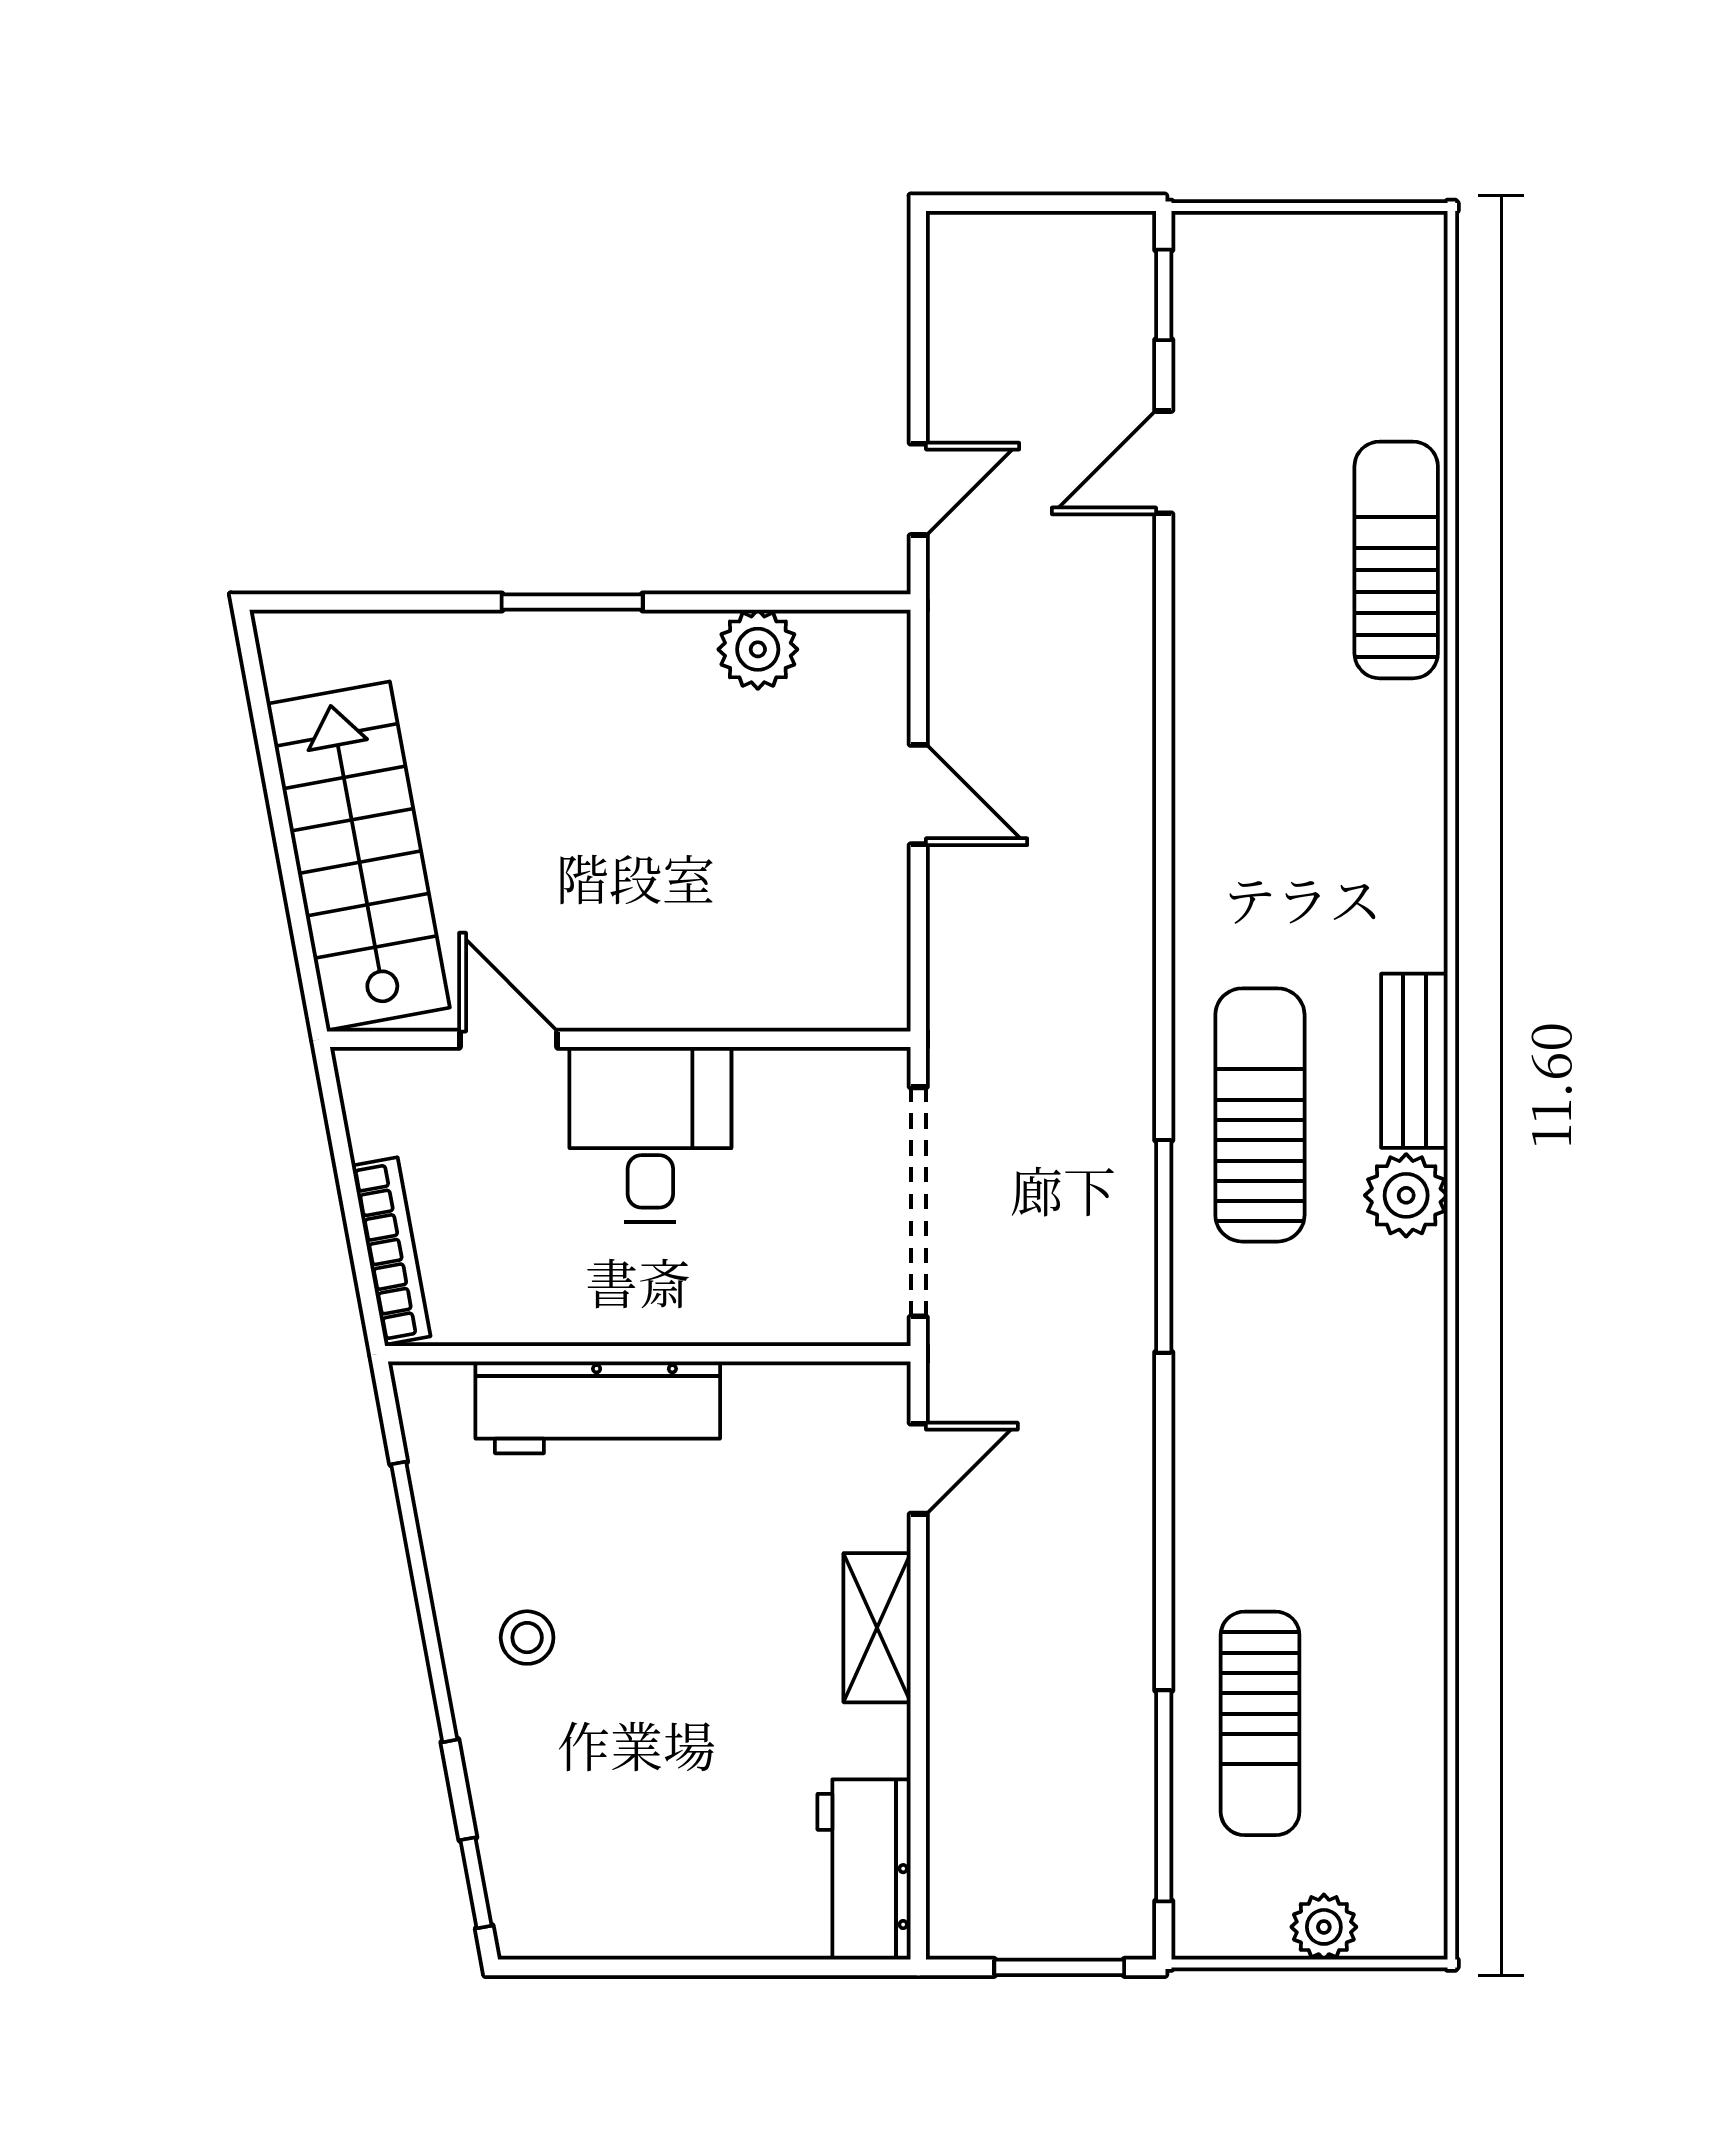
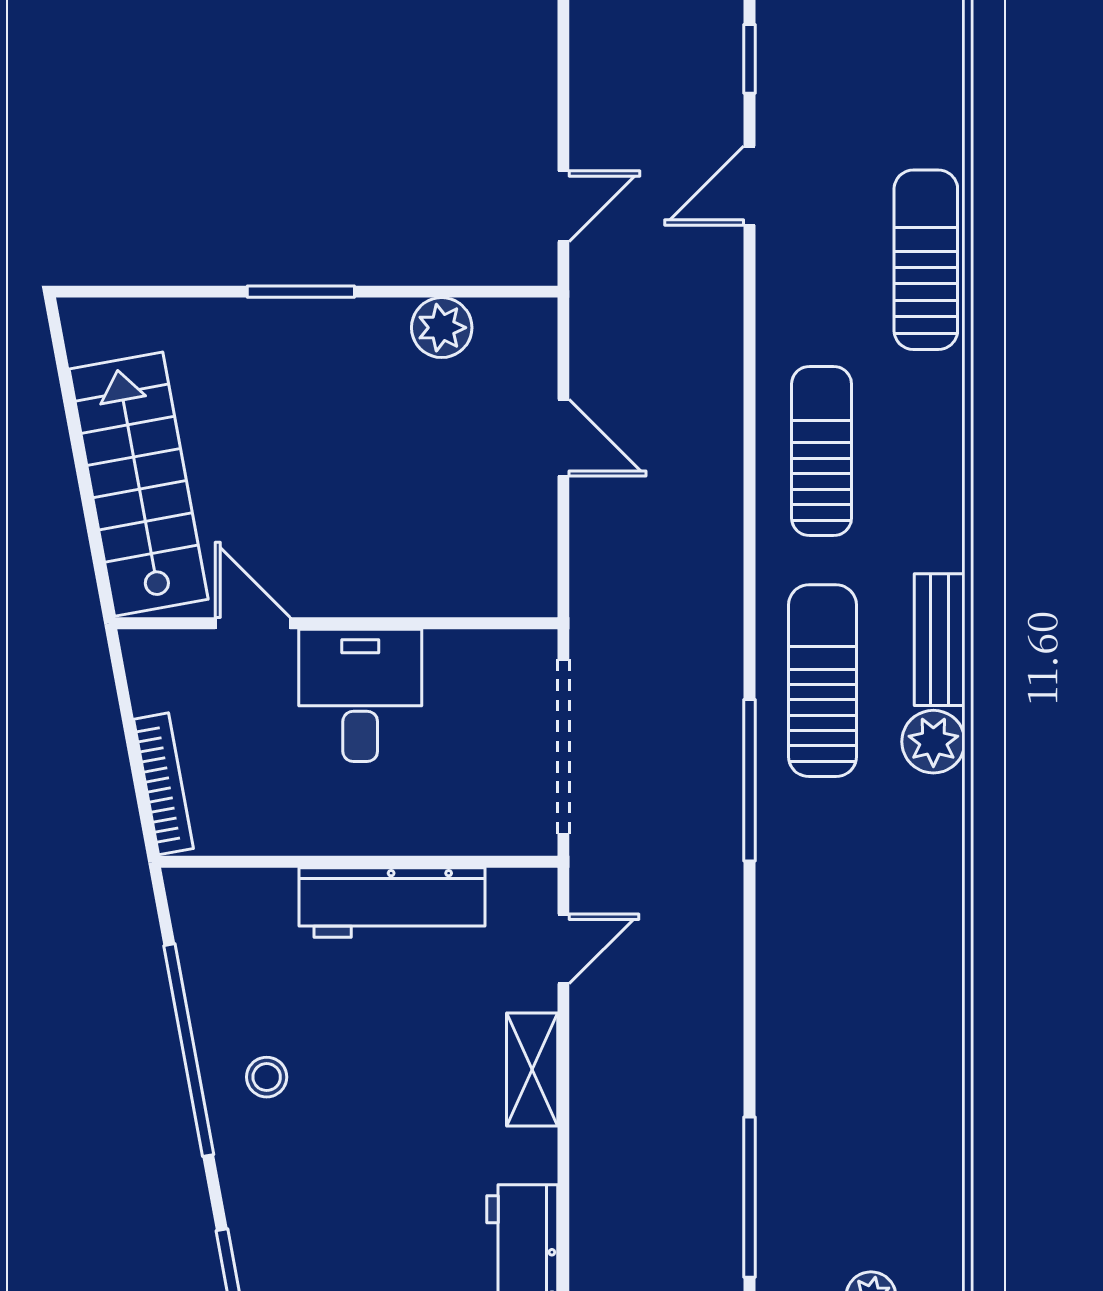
workbench: (598, 1407) -> (392, 902), moved
sun lounger: (1260, 1723) -> (822, 451), moved, turned 180

